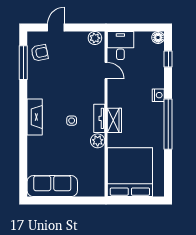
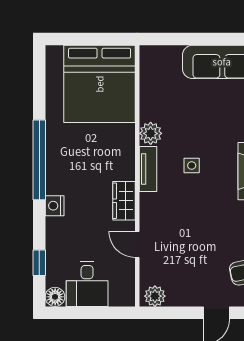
desk: (120, 46) -> (87, 284), moved
wardrobe: (114, 120) -> (124, 201), moved

